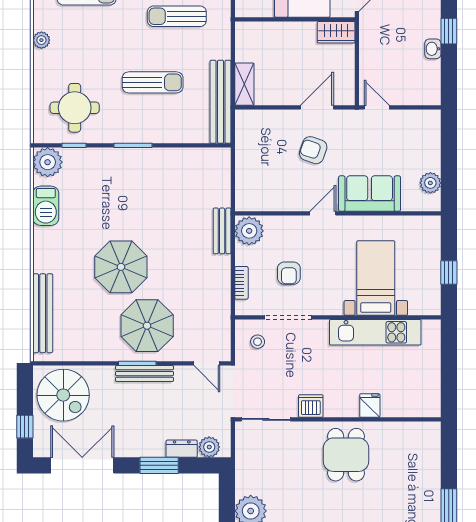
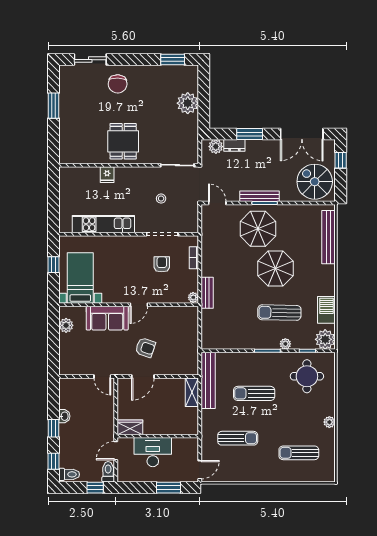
plant: (106, 156) -> (285, 344), added
sun lounger: (115, 202) -> (279, 313), added
plant: (249, 231) -> (193, 297), width x0.53, depth x0.53
bed with nightstands: (376, 278) -> (80, 278), moved, turned 180
stool: (258, 342) -> (161, 199), moved
dishwasher: (311, 406) -> (147, 174), removed

